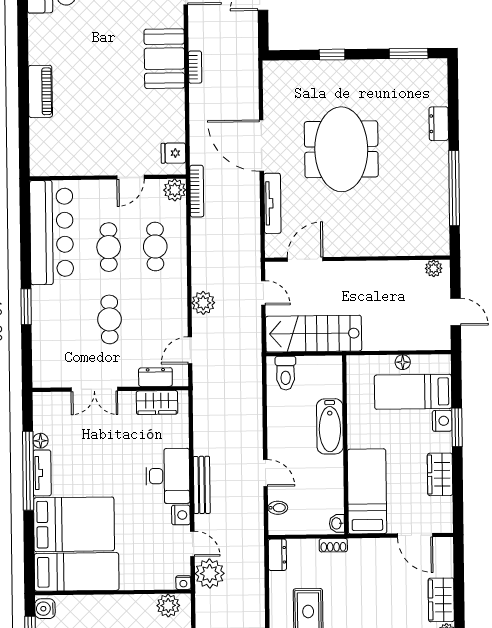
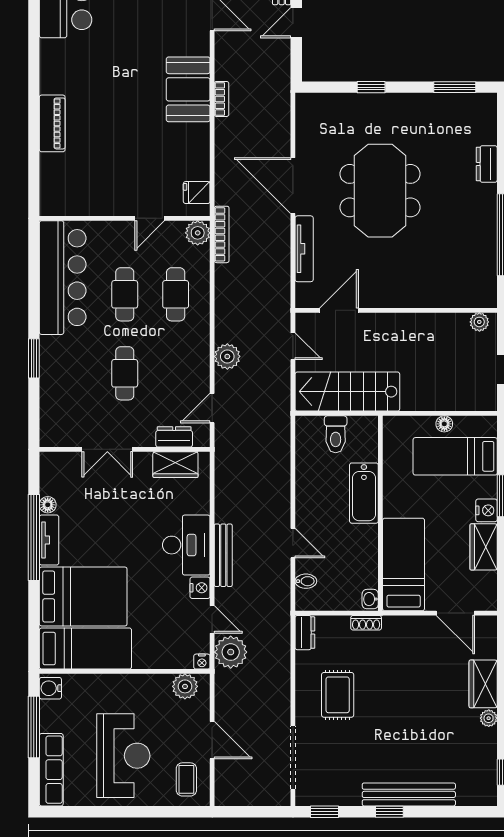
toilet: (286, 373) -> (336, 434), moved
nightstand: (442, 421) -> (487, 510), moved

